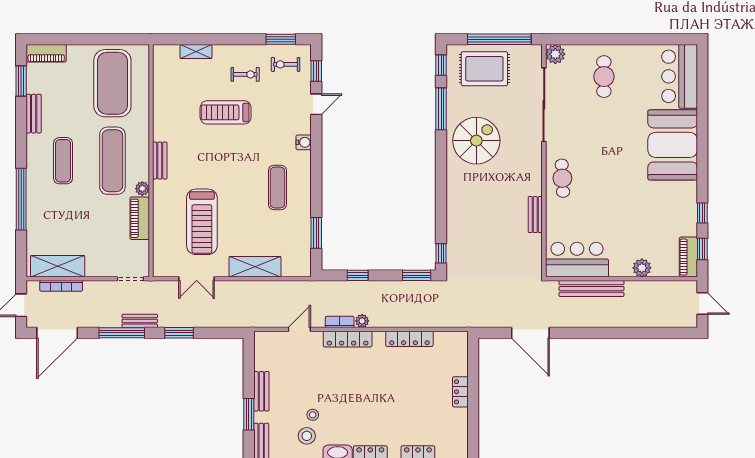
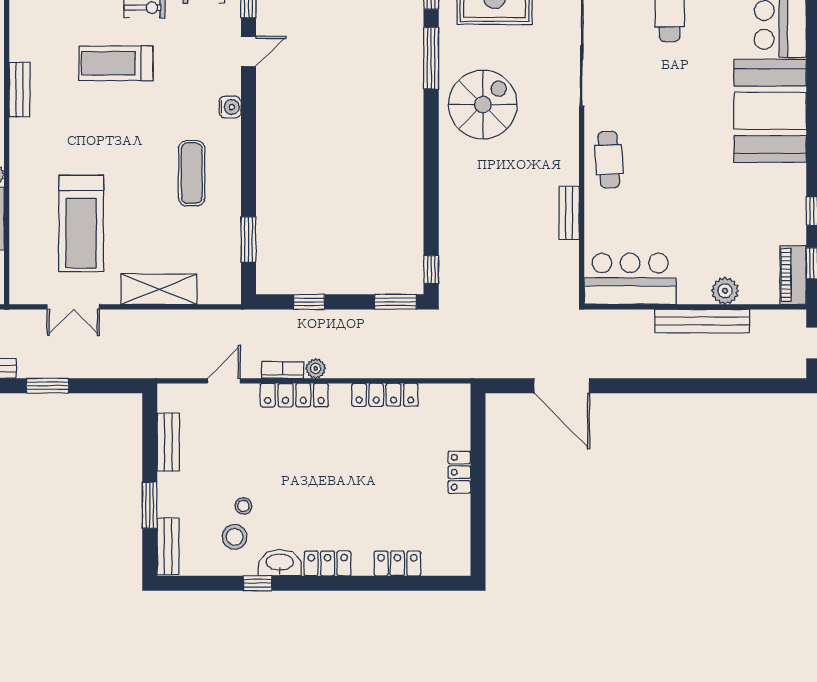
bench: (160, 161) -> (19, 90), moved
bench: (591, 289) -> (702, 321), moved
bench: (261, 391) -> (168, 442), moved

